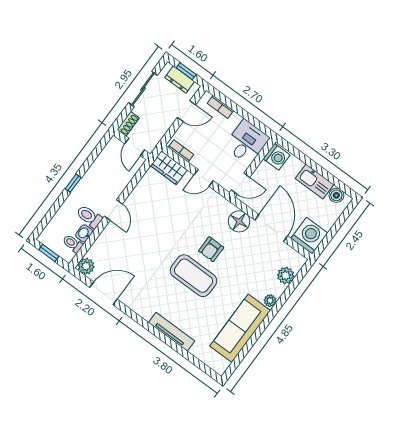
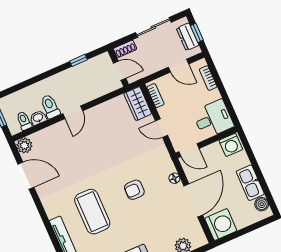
door: (135, 147) -> (120, 71), swing flipped
window: (73, 183) -> (79, 60), moved
floor lamp: (239, 221) -> (174, 178), width x0.53, depth x0.53
coffee table: (194, 276) -> (92, 212), moved

